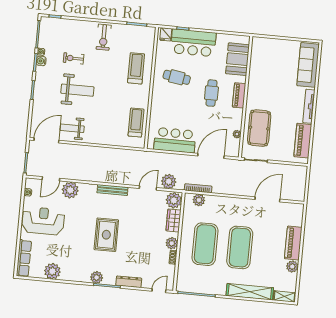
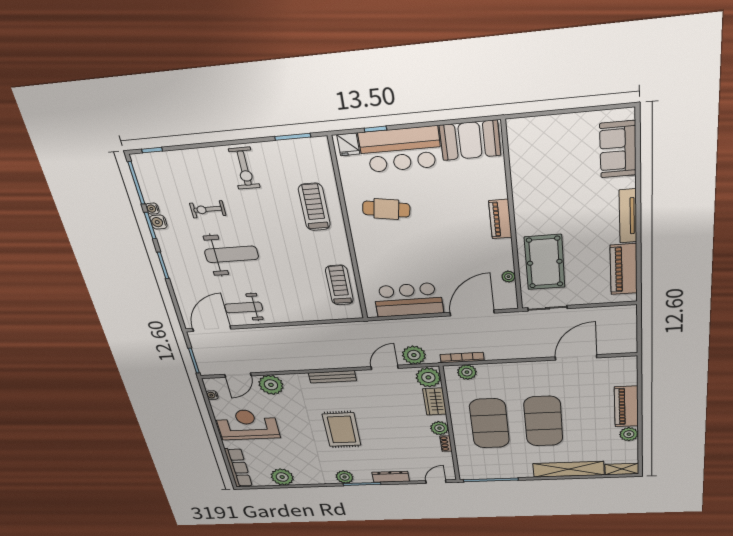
booth: (238, 59) -> (470, 140), moved, turned 90
sofa: (308, 65) -> (618, 149), width x0.73
cafe table: (211, 93) -> (452, 223), removed

